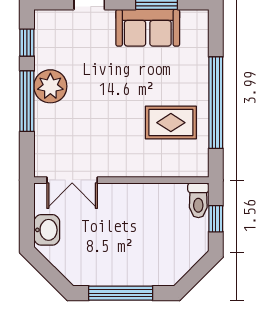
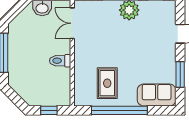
sofa: (148, 28) -> (157, 95), moved, turned 90
toilet: (198, 200) -> (60, 61), moved

